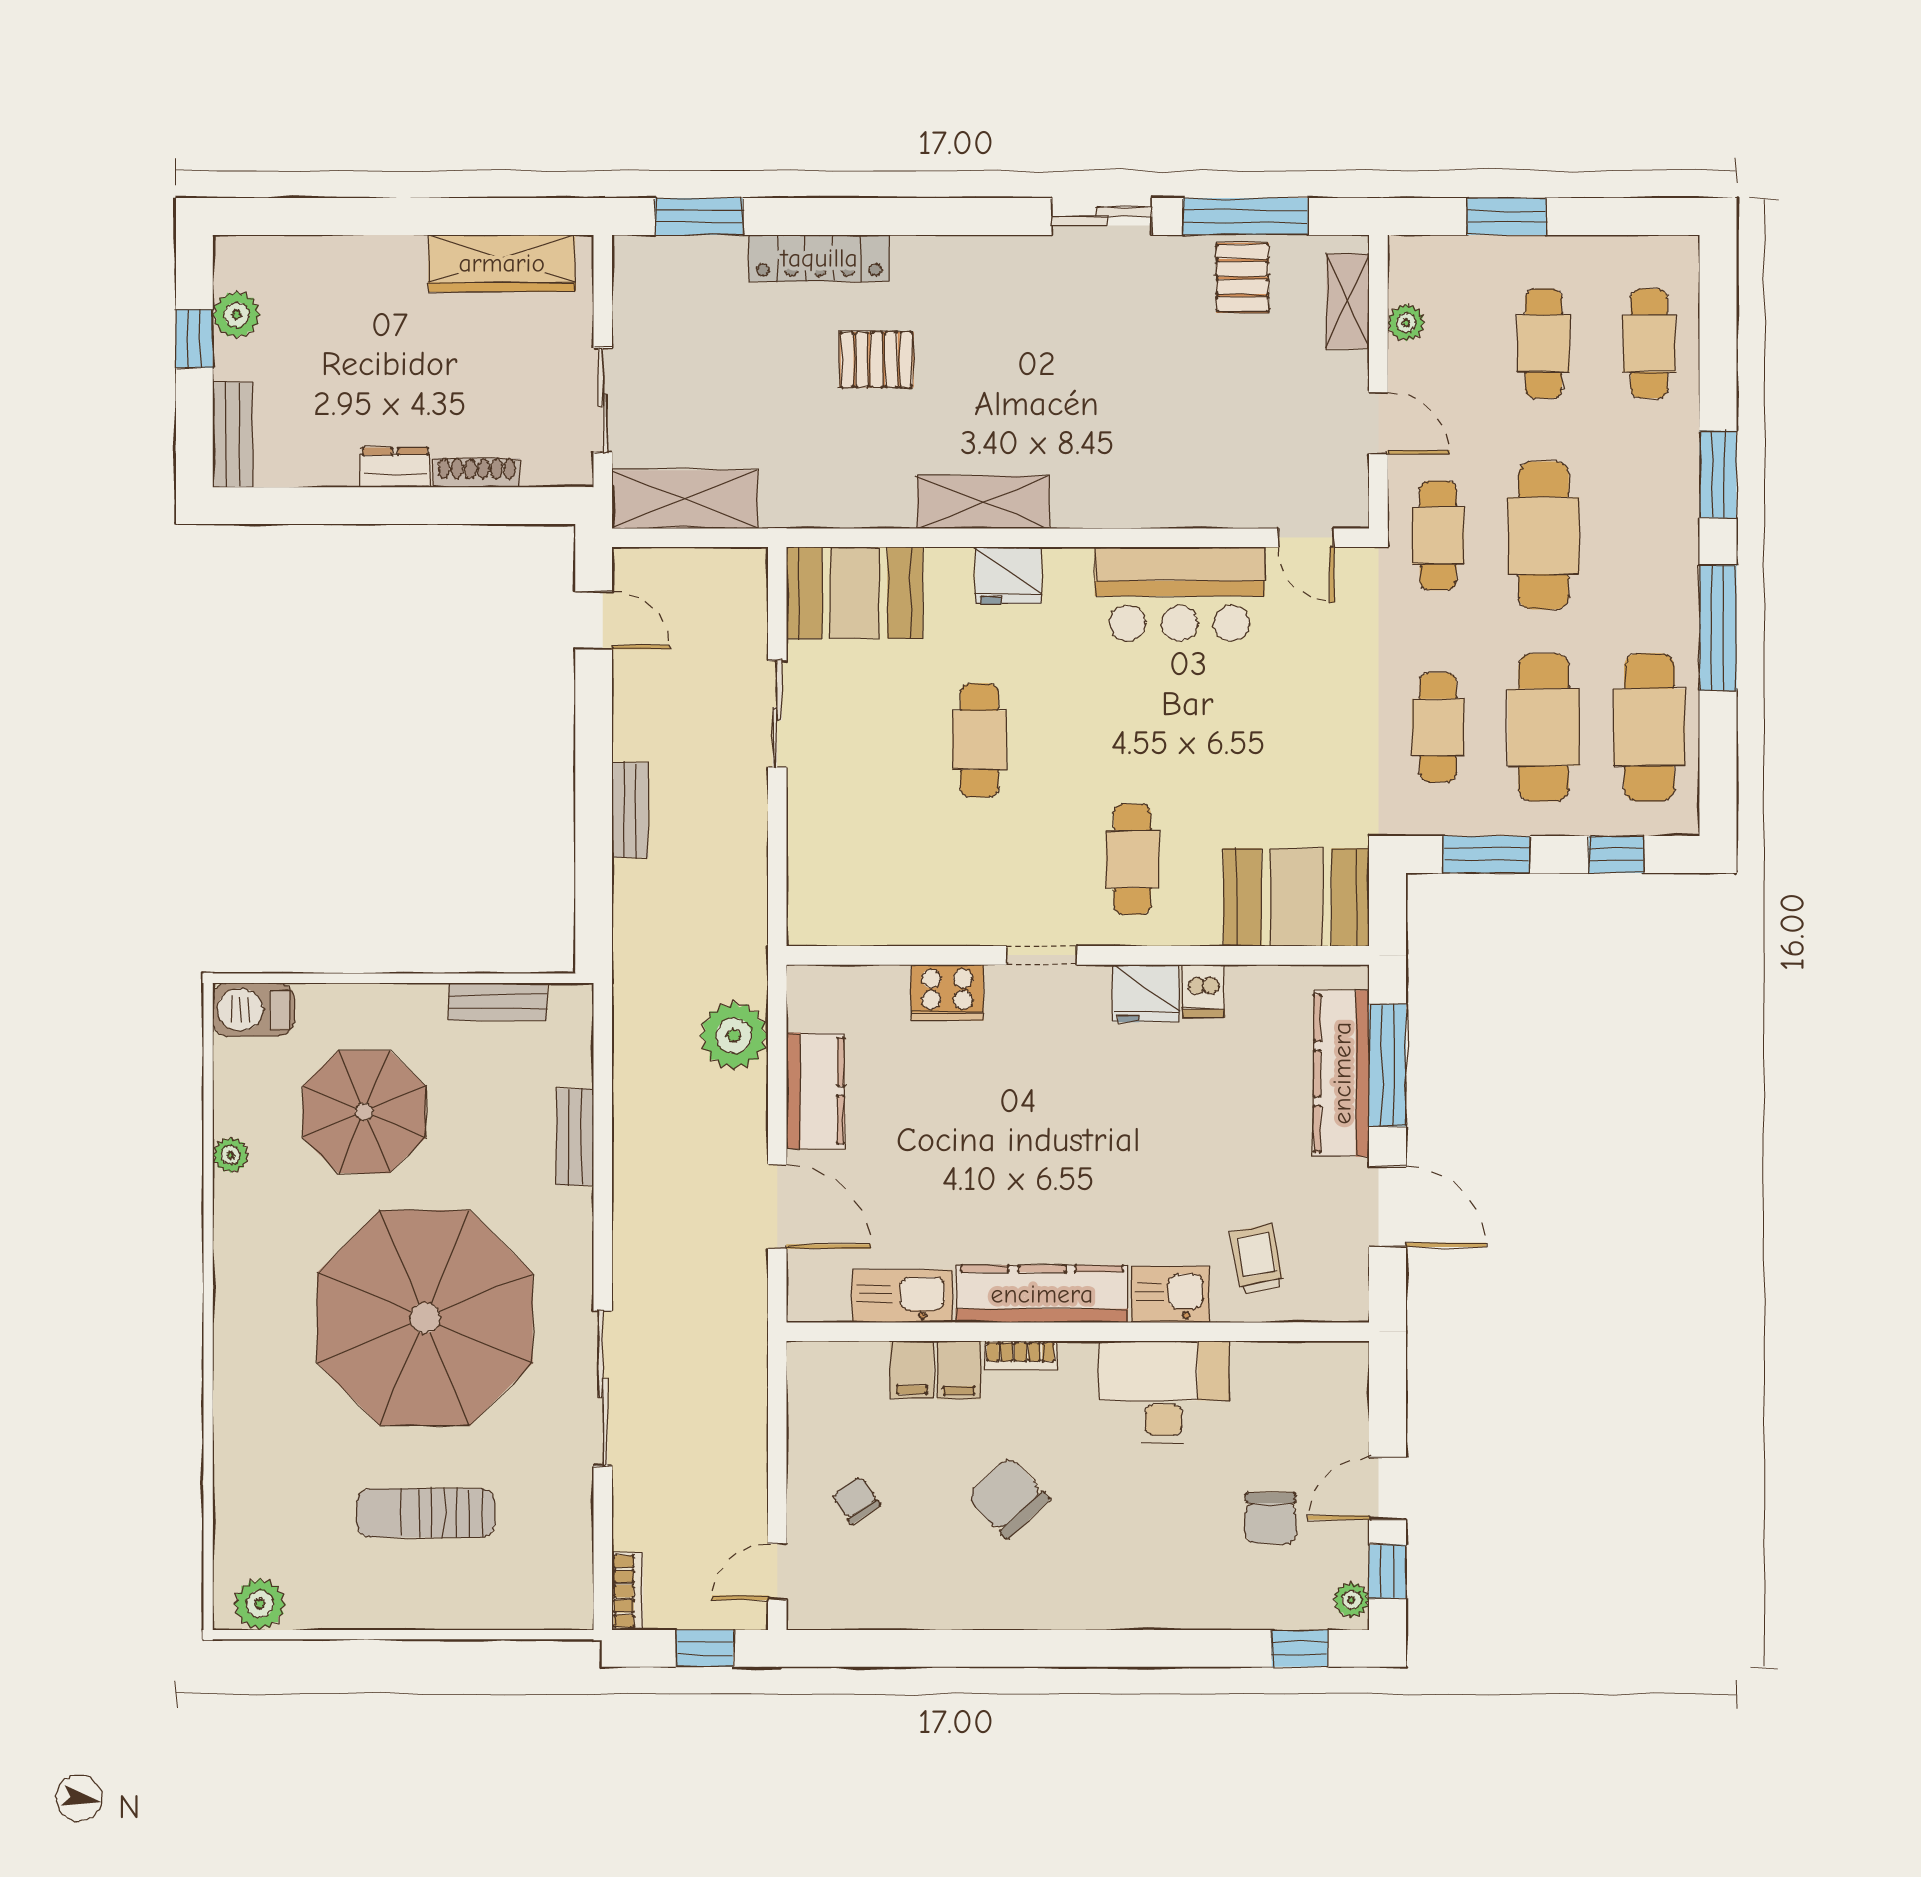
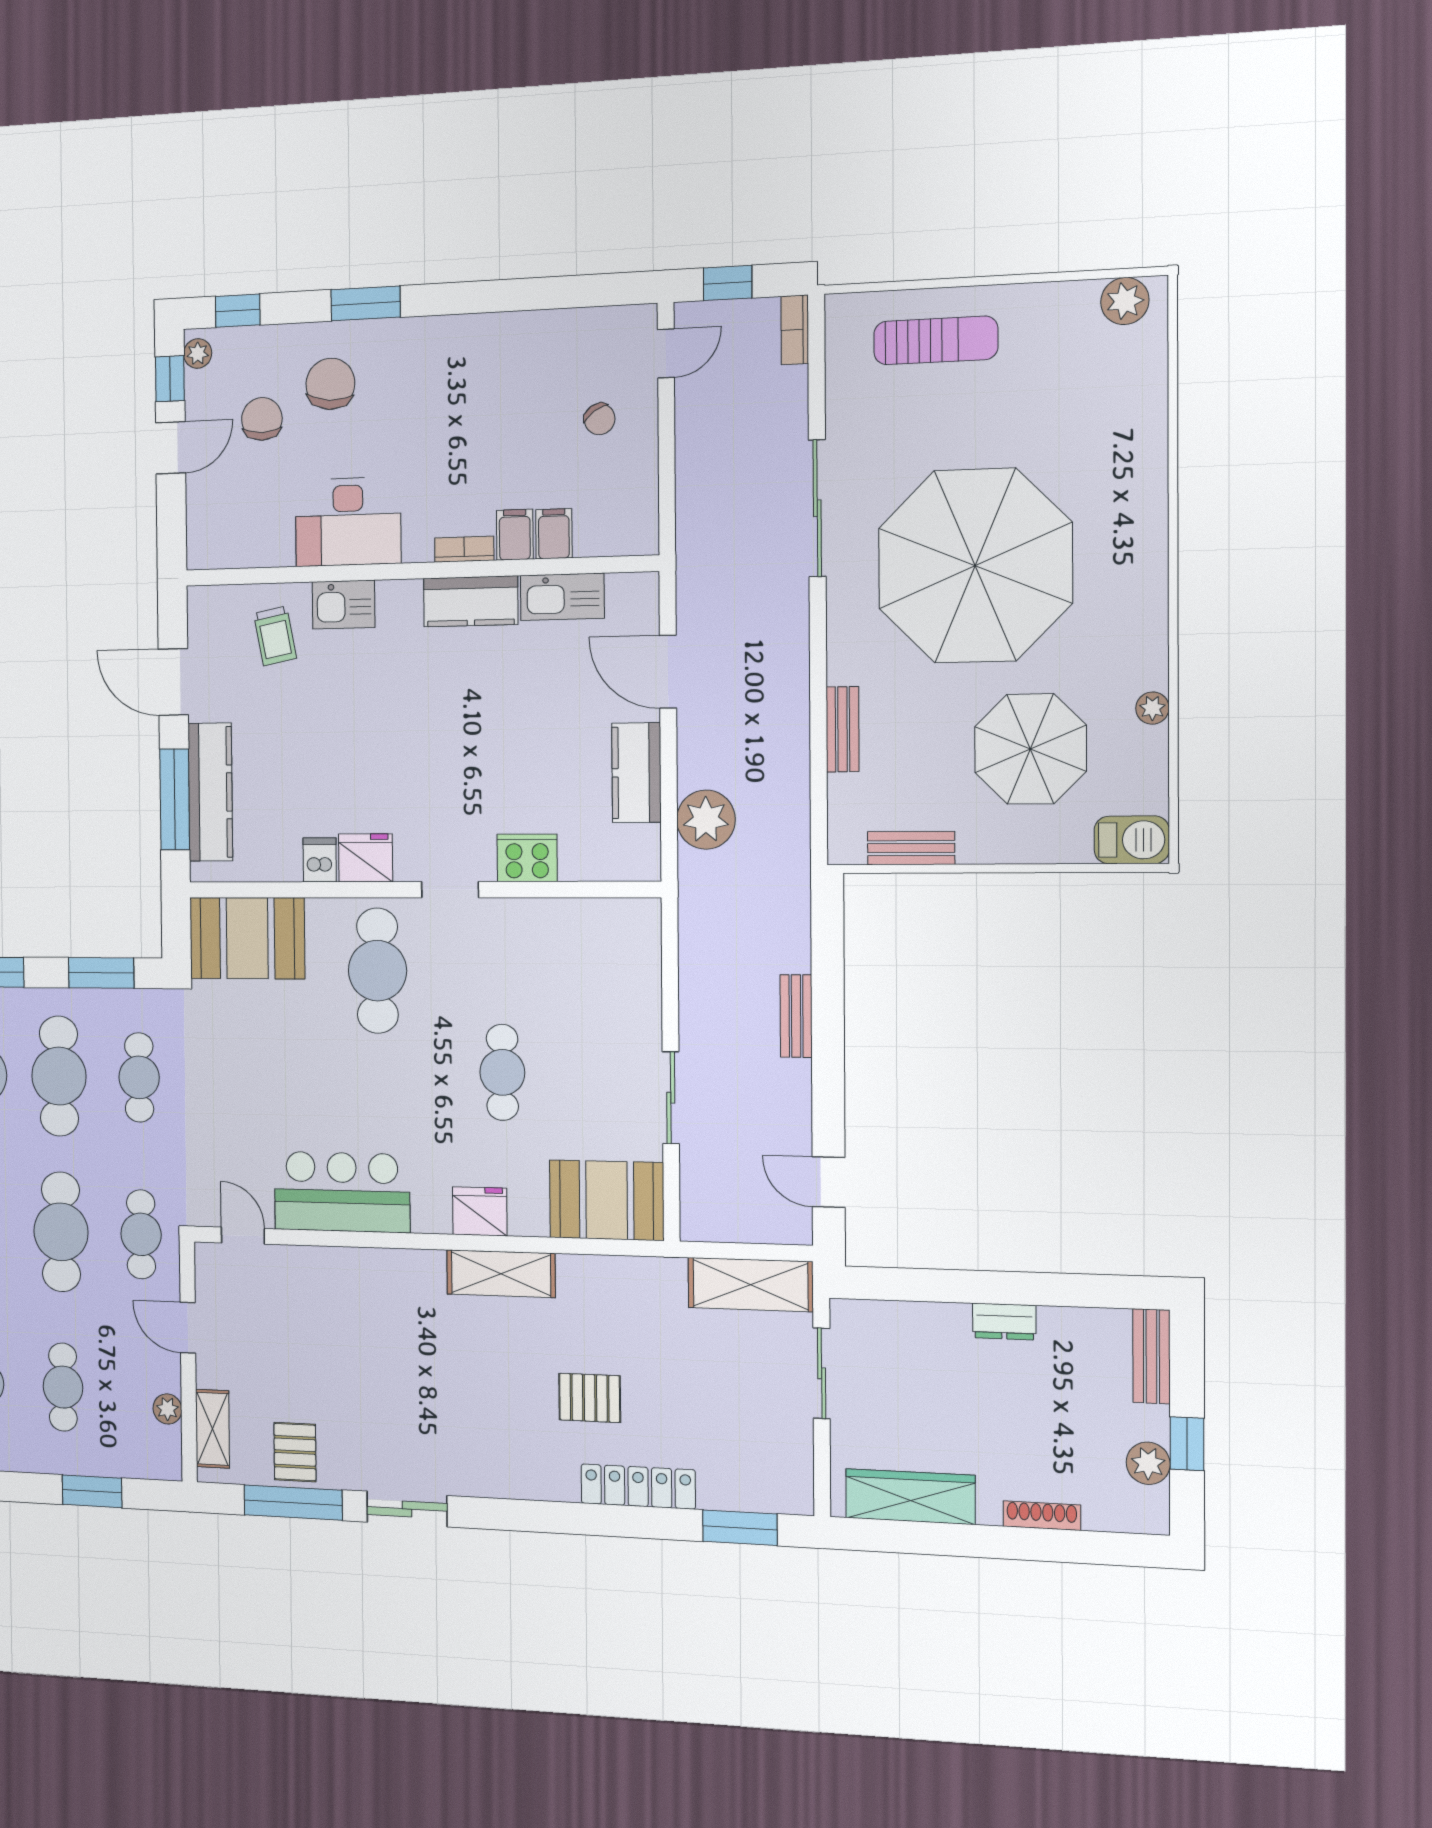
shoe rack: (477, 473) -> (1042, 1516), moved, turned 180
cafe table: (1132, 859) -> (377, 971), width x1.37, depth x1.35
kitchen counter: (1042, 1294) -> (471, 601), width x0.67
chair: (1008, 1498) -> (330, 384), moved, turned -133
sun lounger: (426, 1513) -> (936, 340), moved
window: (1139, 1648) -> (366, 303), added

